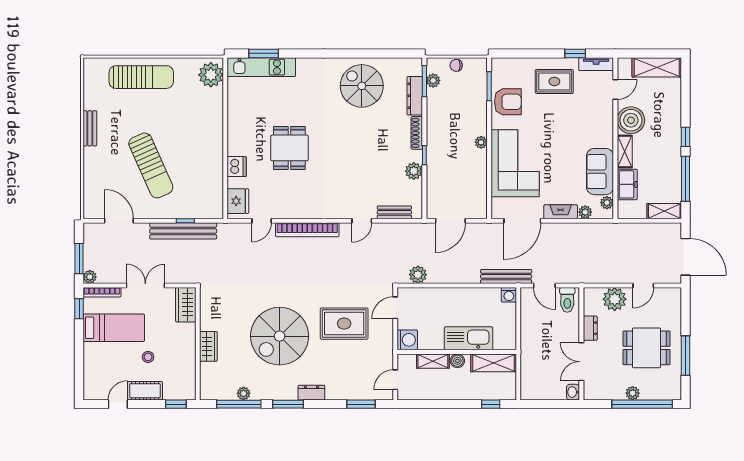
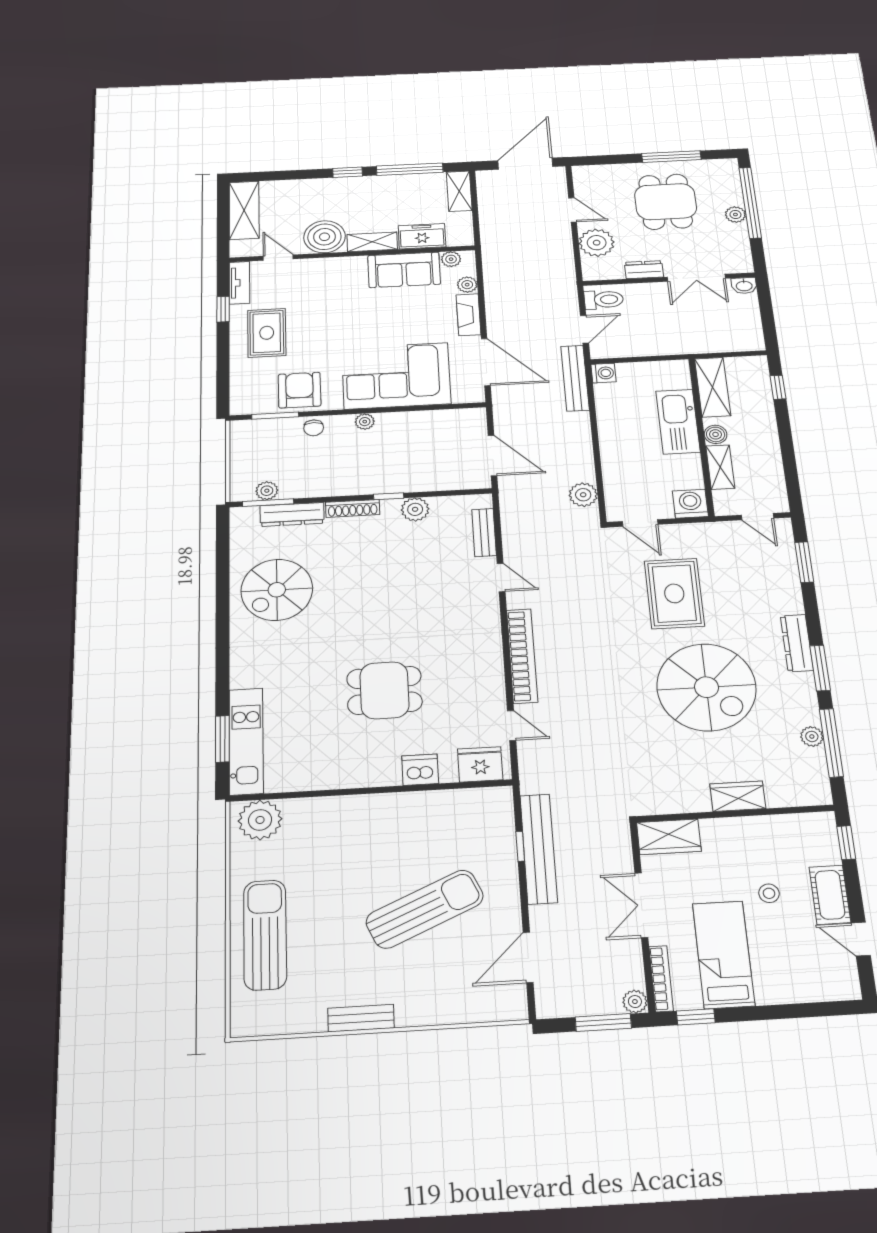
chair: (456, 65) -> (314, 428), moved
dresser: (311, 393) -> (797, 643), width x1.44

